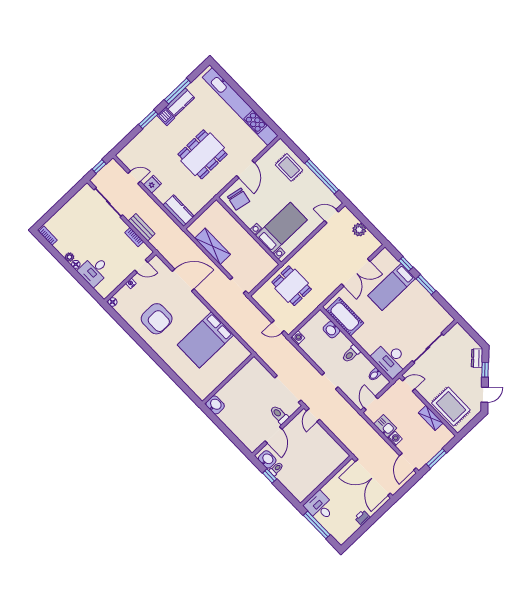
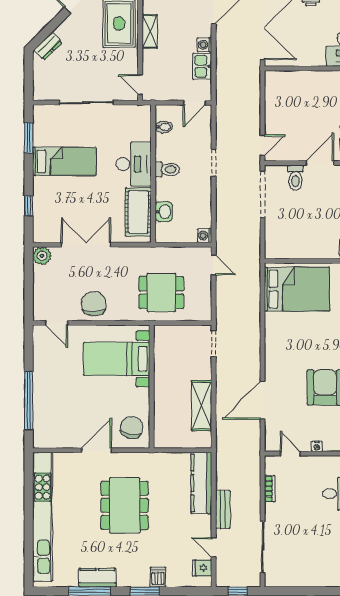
dishwasher: (166, 117) -> (158, 577), moved
dining table: (203, 154) -> (125, 505), turned 90
rug: (289, 167) -> (52, 411), removed
window: (322, 177) -> (29, 401), moved
fridge: (152, 184) -> (202, 568), moved
kitchen counter: (179, 211) -> (201, 483), width x1.50
bench: (142, 227) -> (223, 509), moved
plant: (359, 230) -> (42, 256), moved
chair: (322, 245) -> (94, 304), added
door: (183, 280) -> (263, 400), hinge flipped
window: (426, 285) -> (29, 138), moved
dining table: (292, 286) -> (161, 292), turned 90
bed: (392, 287) -> (64, 161), moved
bed: (205, 340) -> (297, 289), moved
desk: (390, 359) -> (134, 164), moved
window: (485, 370) -> (51, 27), removed

